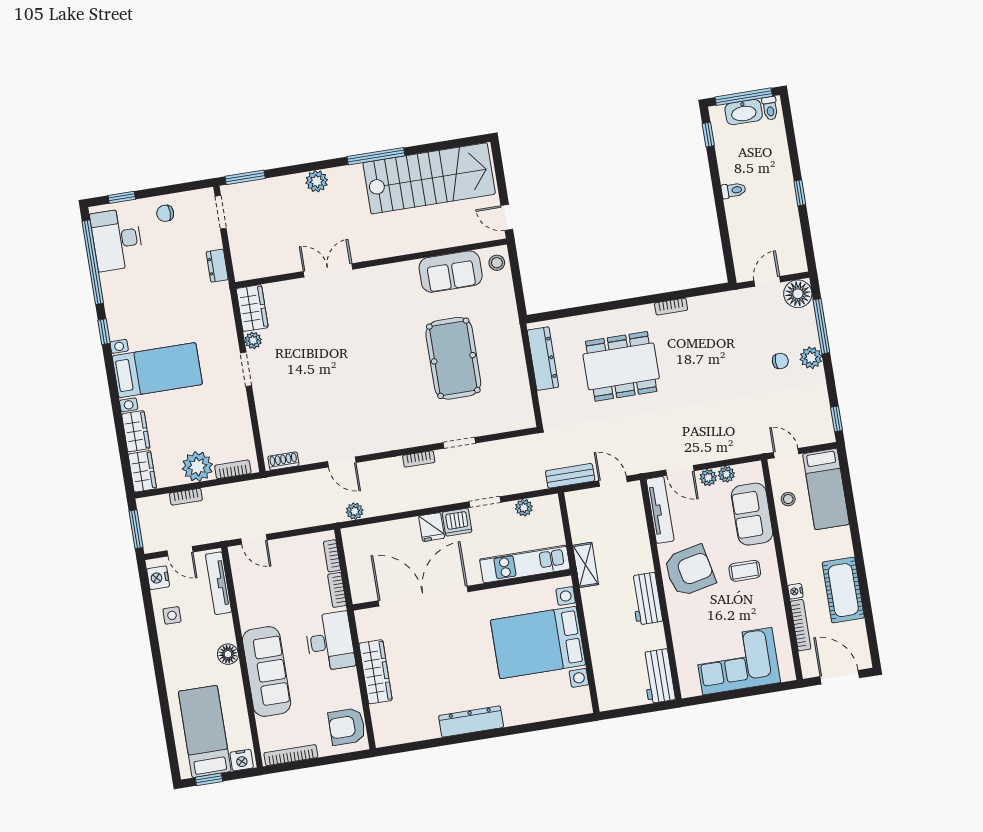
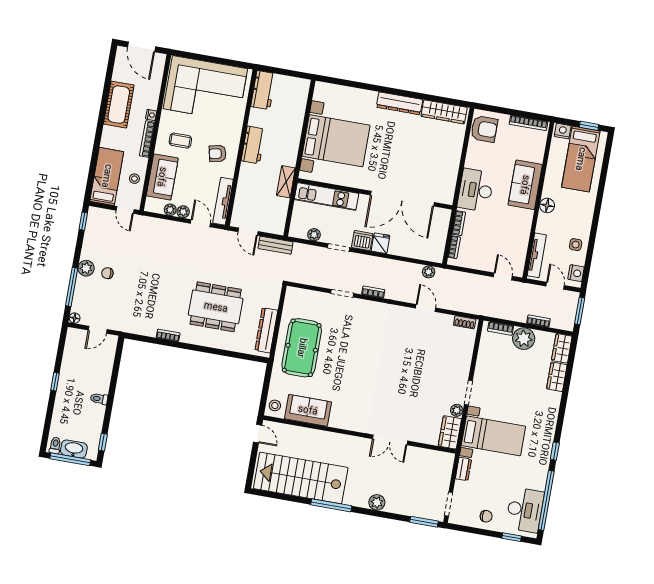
floor lamp: (798, 294) -> (75, 318), width x0.53, depth x0.53
pool table: (453, 358) -> (302, 348), moved
bed with nightstands: (157, 370) -> (493, 436), moved, turned 180
armchair: (689, 571) -> (218, 154), width x0.53, depth x0.53
bookcase: (801, 625) -> (147, 139), moved
corner sofa: (737, 661) -> (205, 89), width x1.36, depth x1.36
sofa: (267, 671) -> (525, 185), width x0.73
wardrobe: (376, 672) -> (444, 112), moved, turned -90

